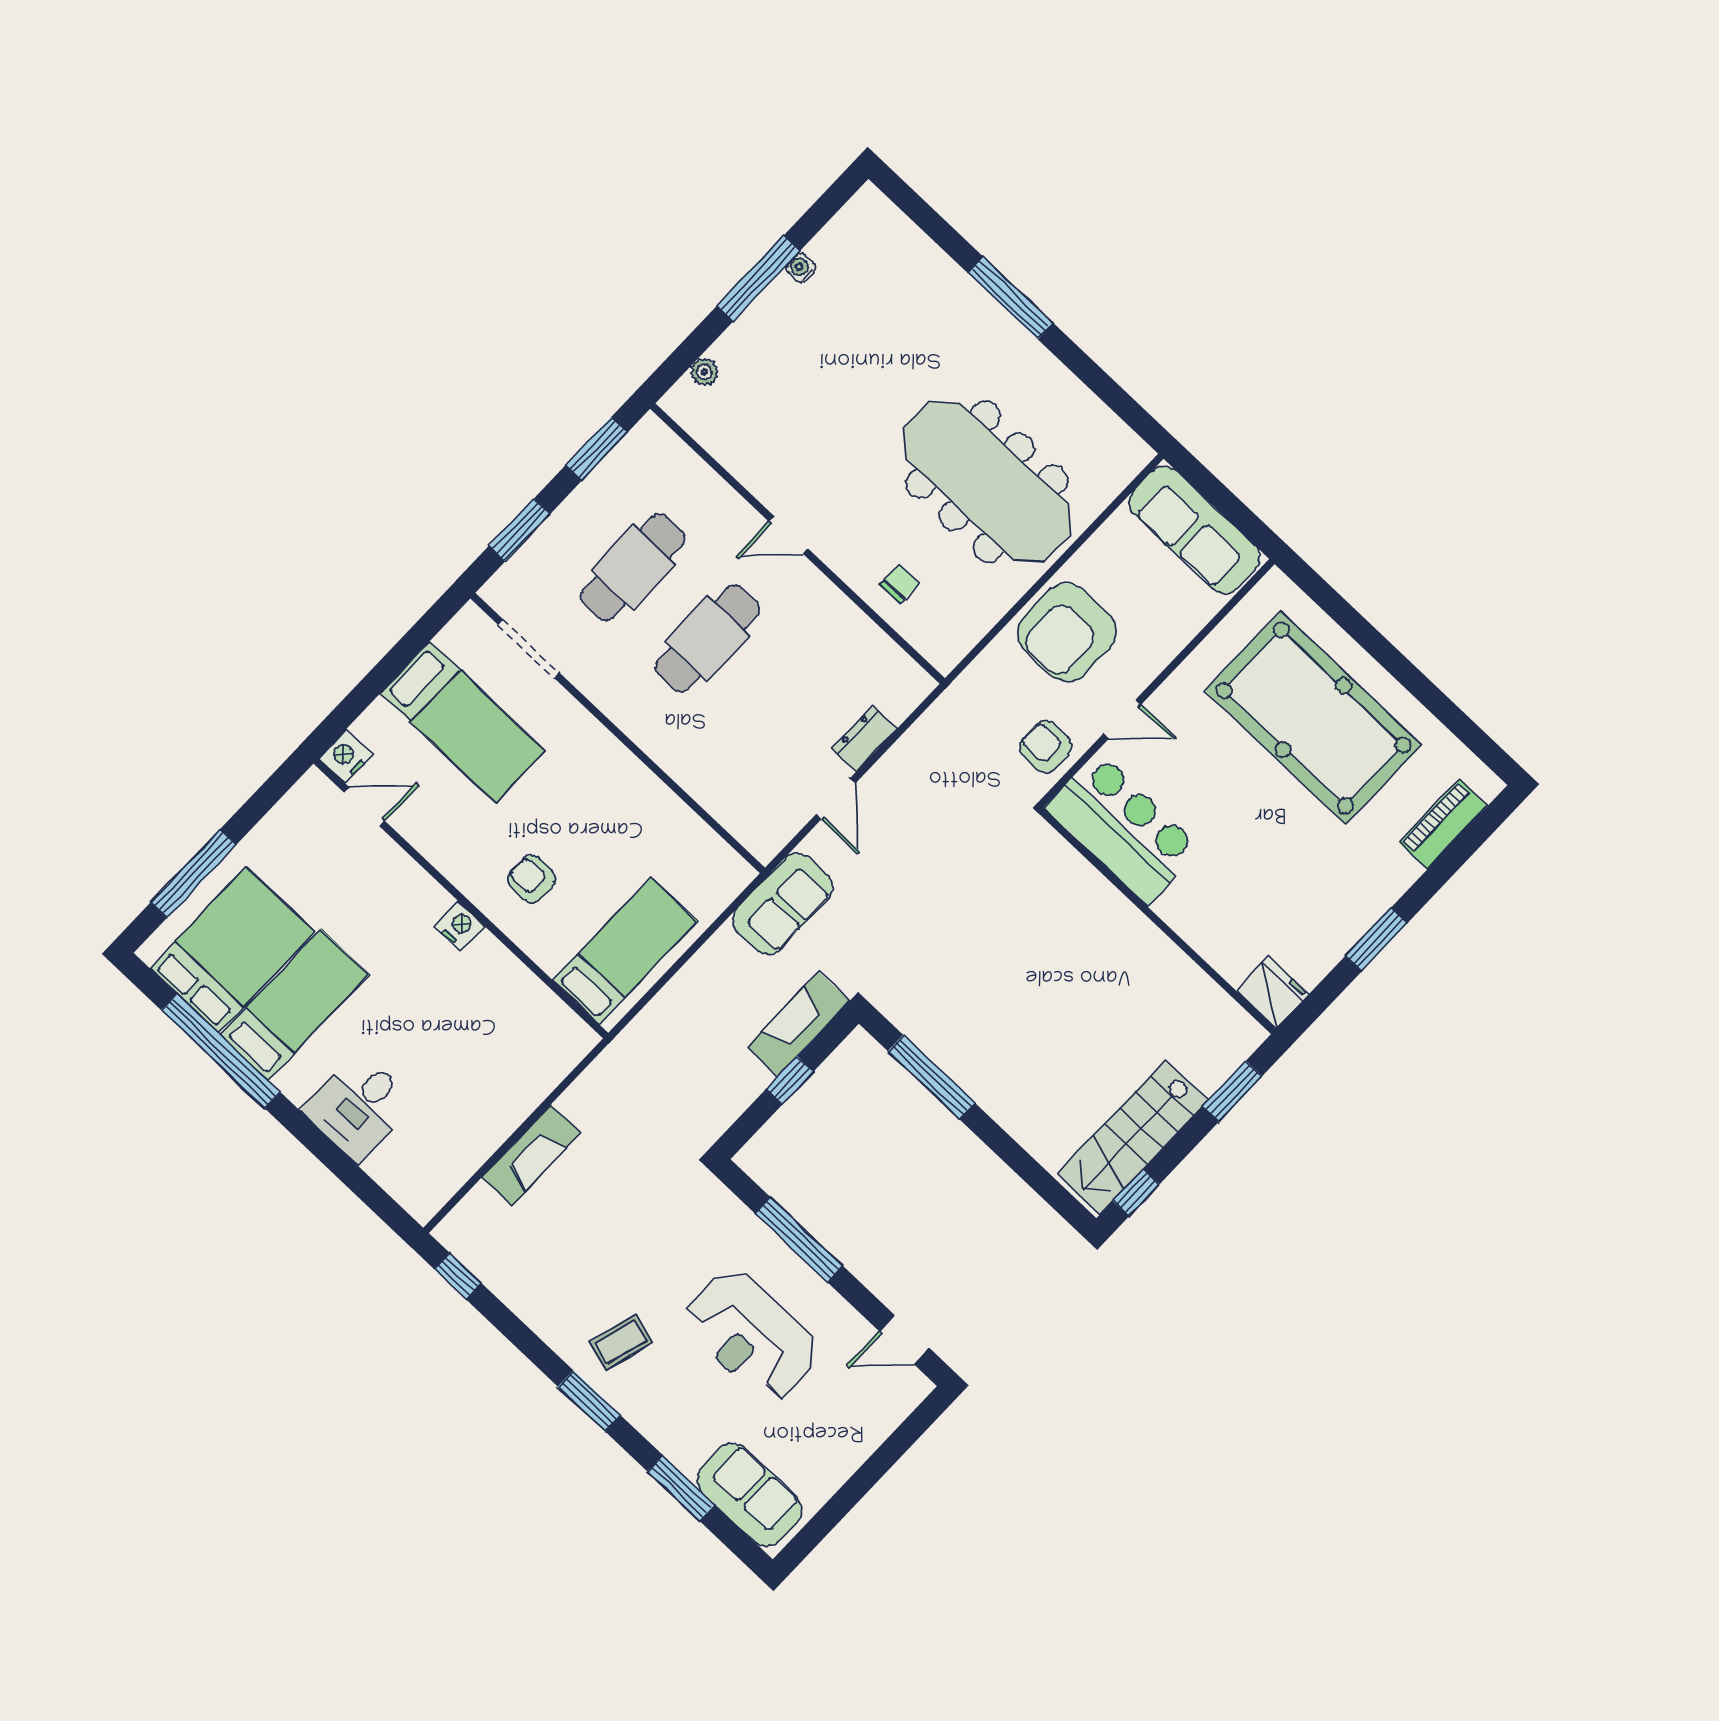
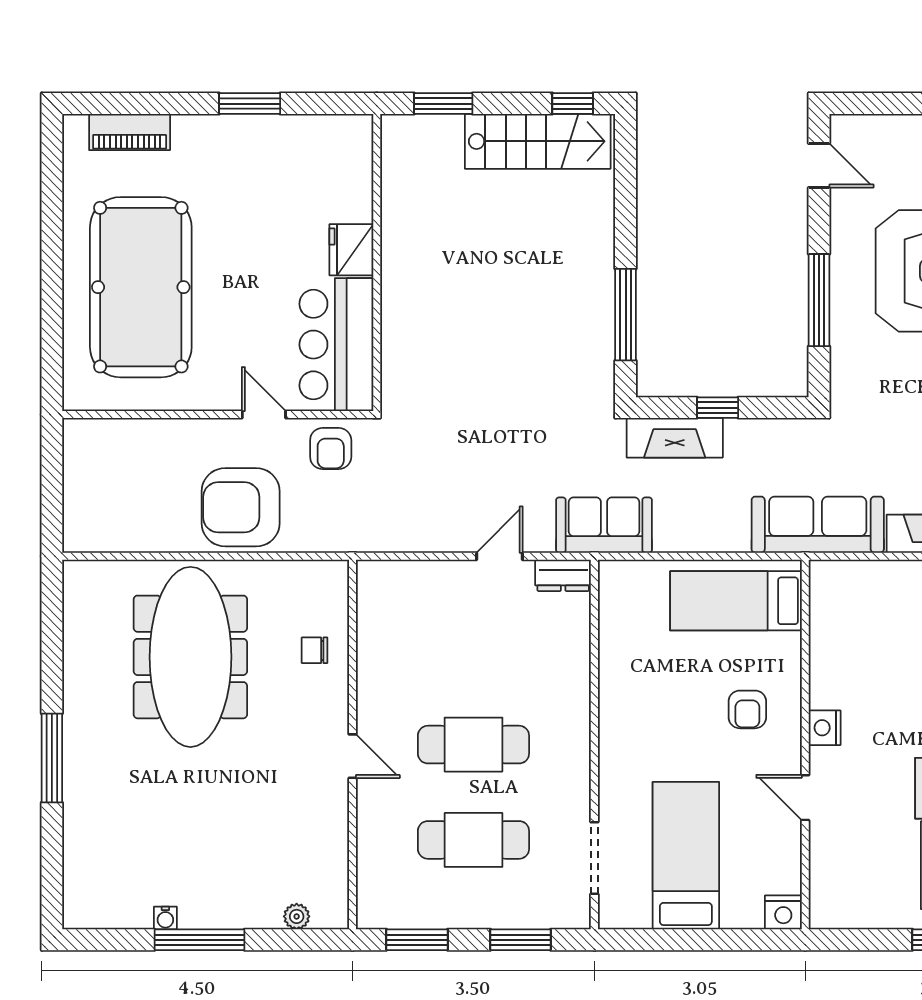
sofa: (1195, 530) -> (818, 525), moved, turned -90
armchair: (1067, 632) -> (241, 507), turned 180
dresser: (864, 738) -> (563, 575), moved
door: (364, 807) -> (805, 798), moved
fridge: (1273, 992) -> (351, 250), moved

